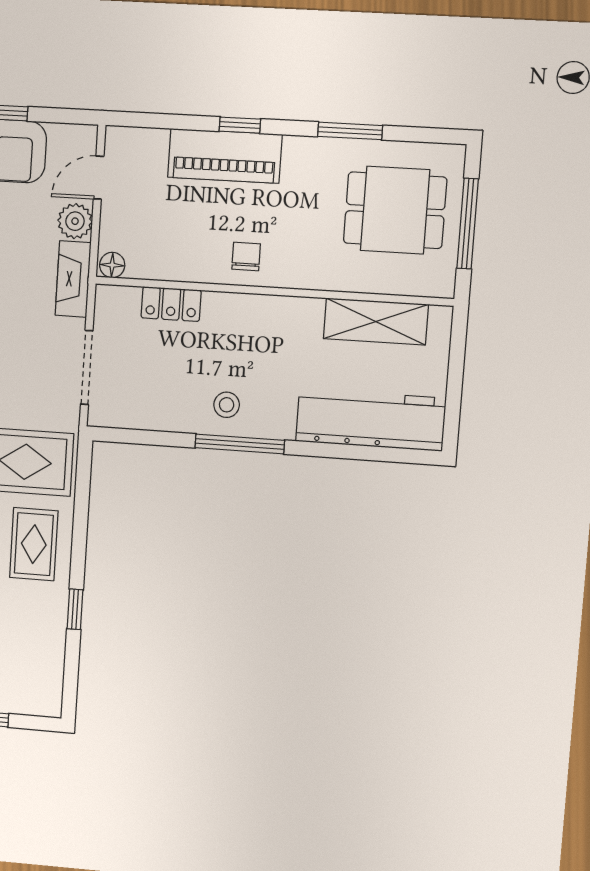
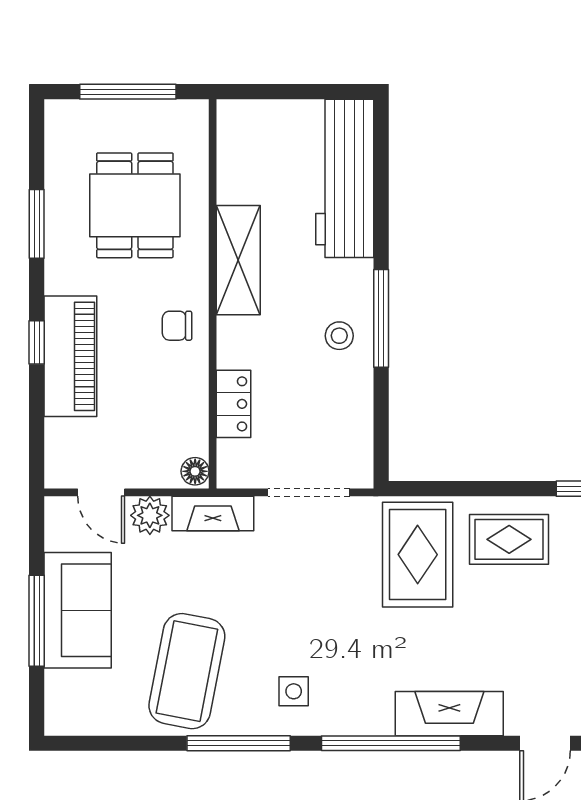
dining table: (395, 210) -> (135, 205), moved
shelving: (376, 322) -> (238, 260), moved

